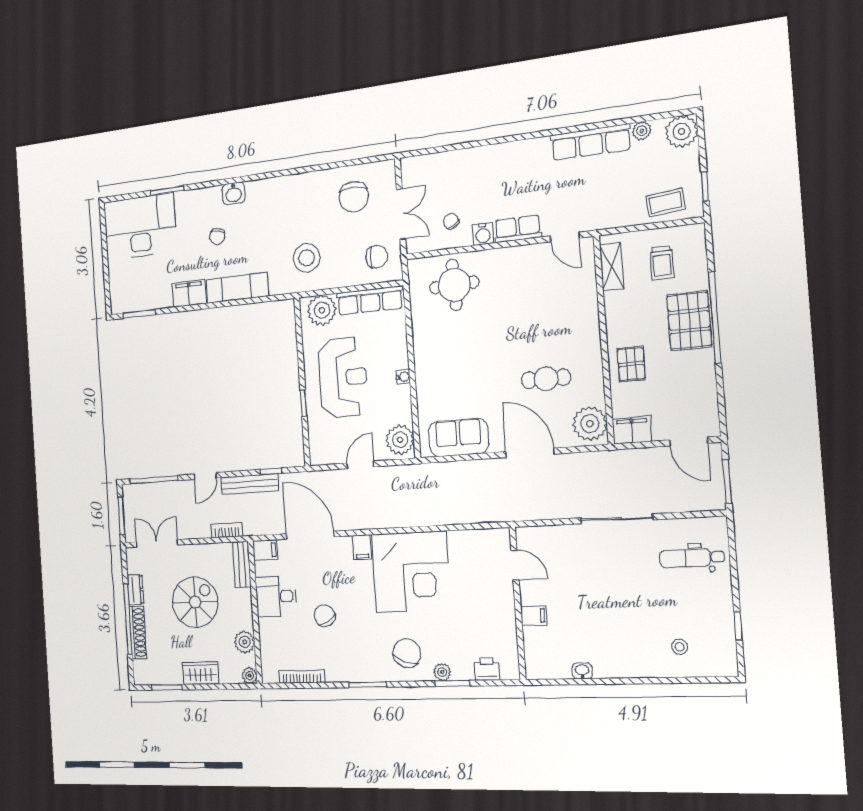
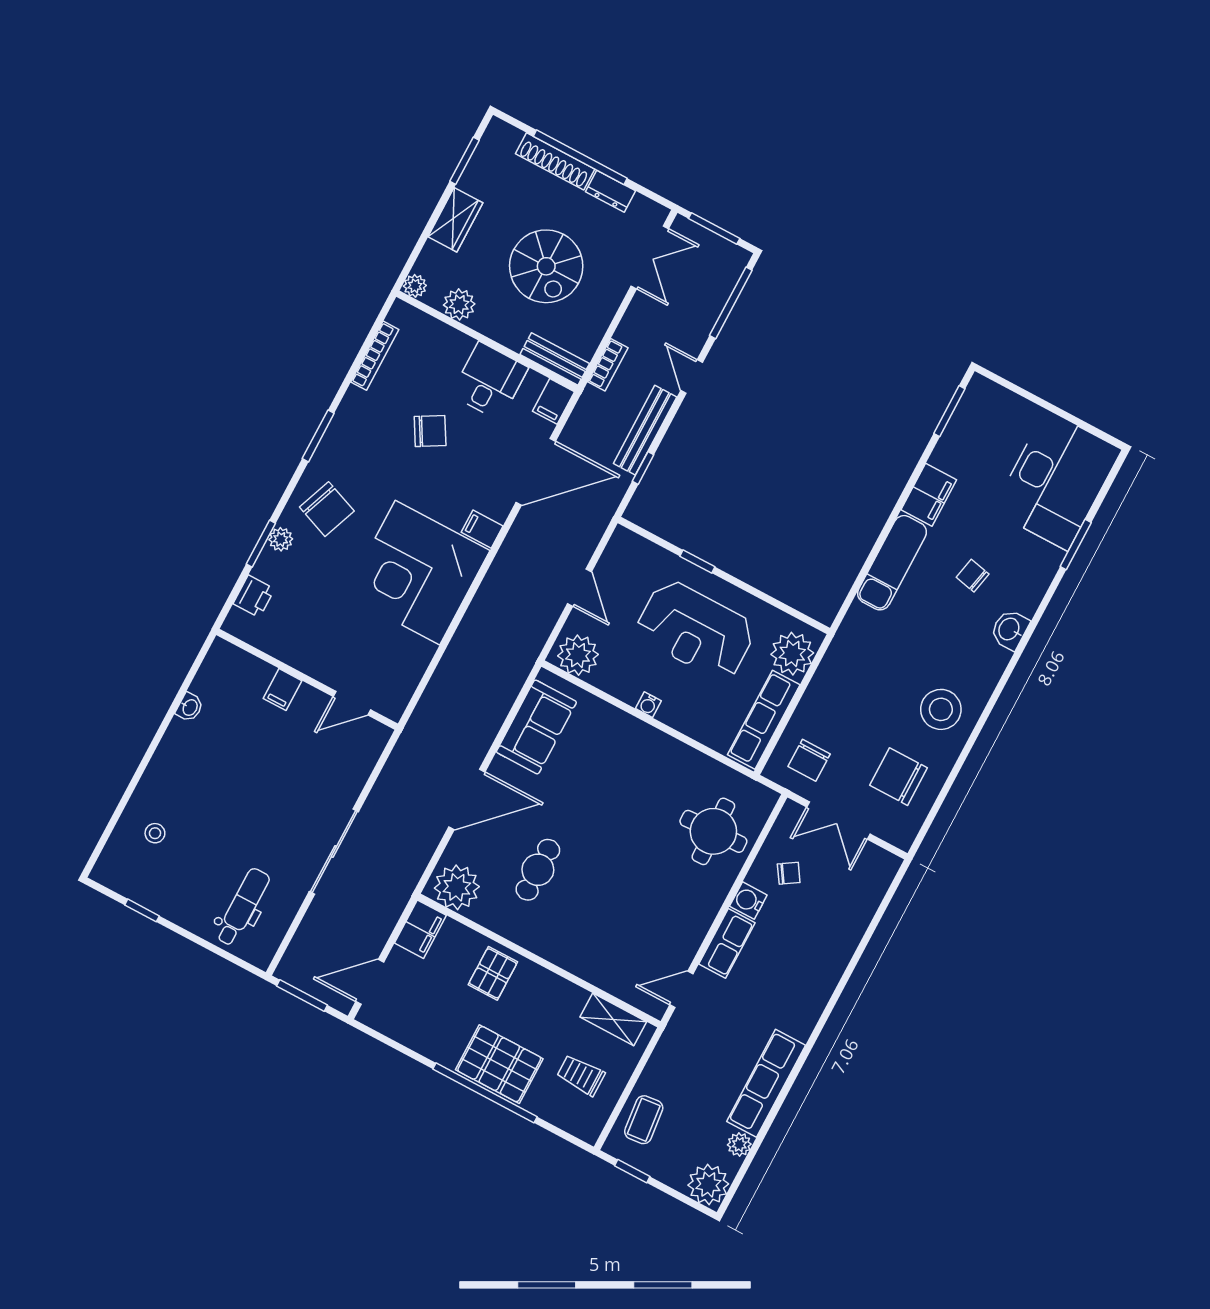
stool: (307, 258) -> (941, 709), moved
pallet: (631, 364) -> (493, 973), turned 90

